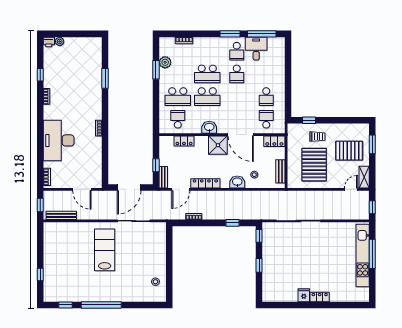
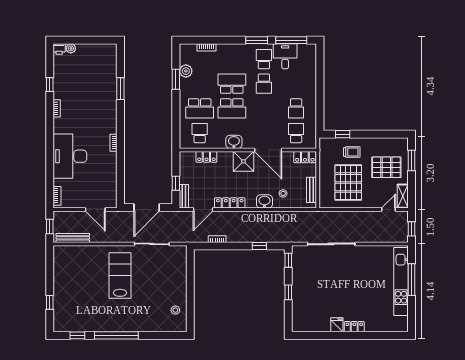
school desk: (237, 51) -> (264, 59), turned 180
school desk: (207, 74) -> (232, 84), turned 180

